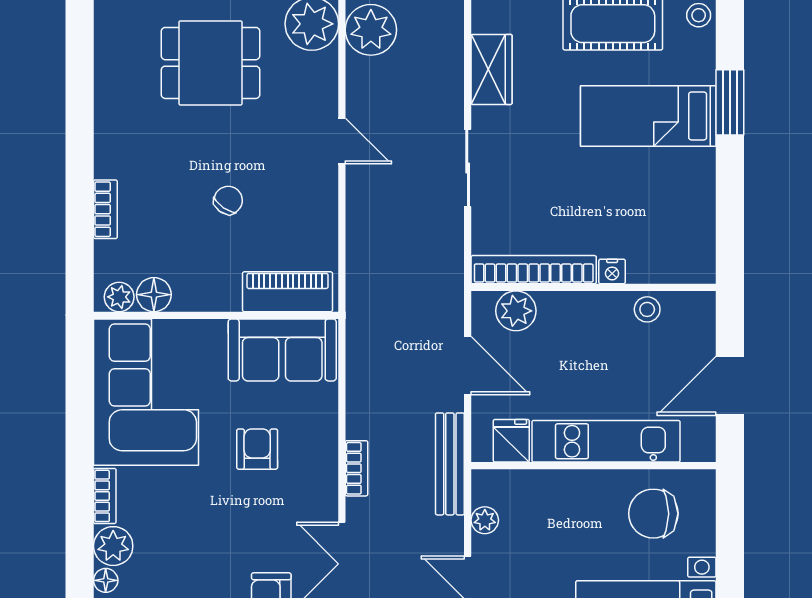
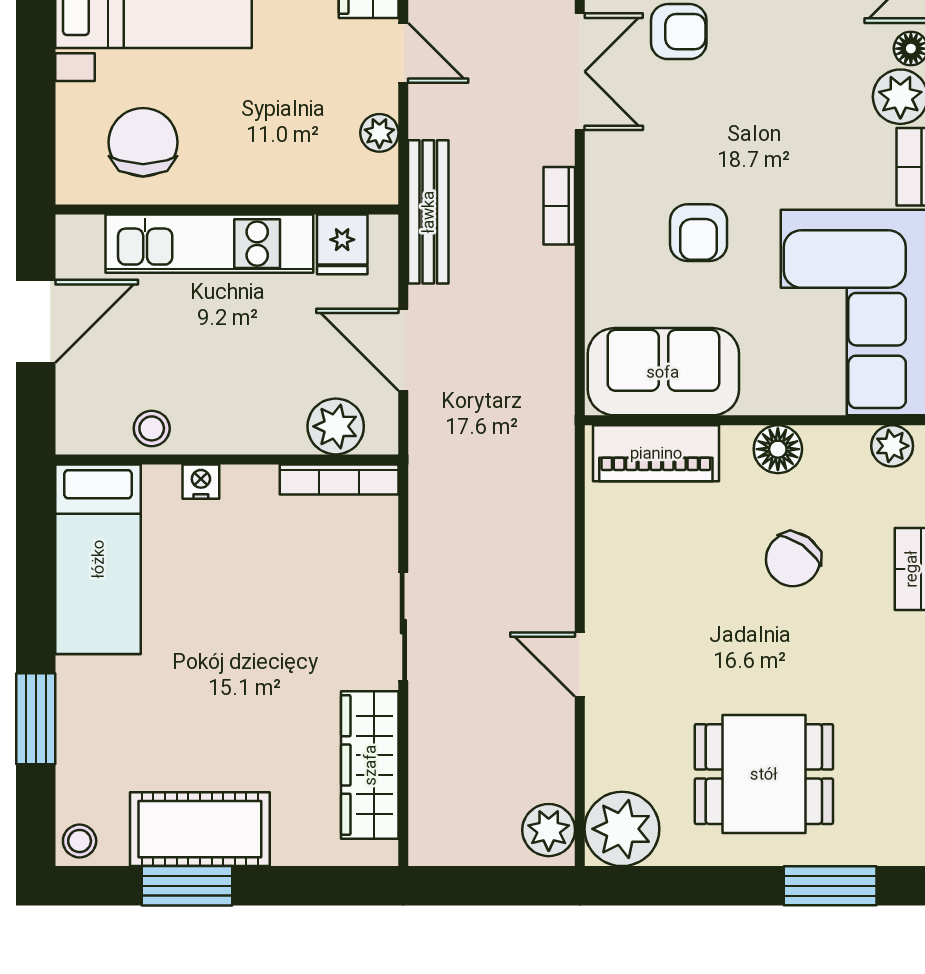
plant: (371, 30) -> (549, 830), width x0.73, depth x0.73
wardrobe: (492, 69) -> (370, 765), width x1.50
bed: (648, 116) -> (98, 559), moved, turned 90
chair: (228, 200) -> (793, 559), moved, width x1.37, depth x1.37
bookcase: (534, 270) -> (339, 479), width x0.68, depth x0.76
floor lamp: (154, 295) -> (778, 449), moved
chair: (653, 514) -> (143, 142), turned -90

